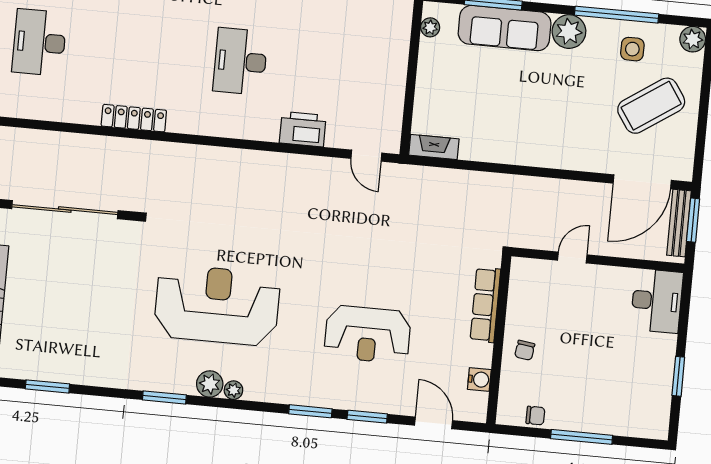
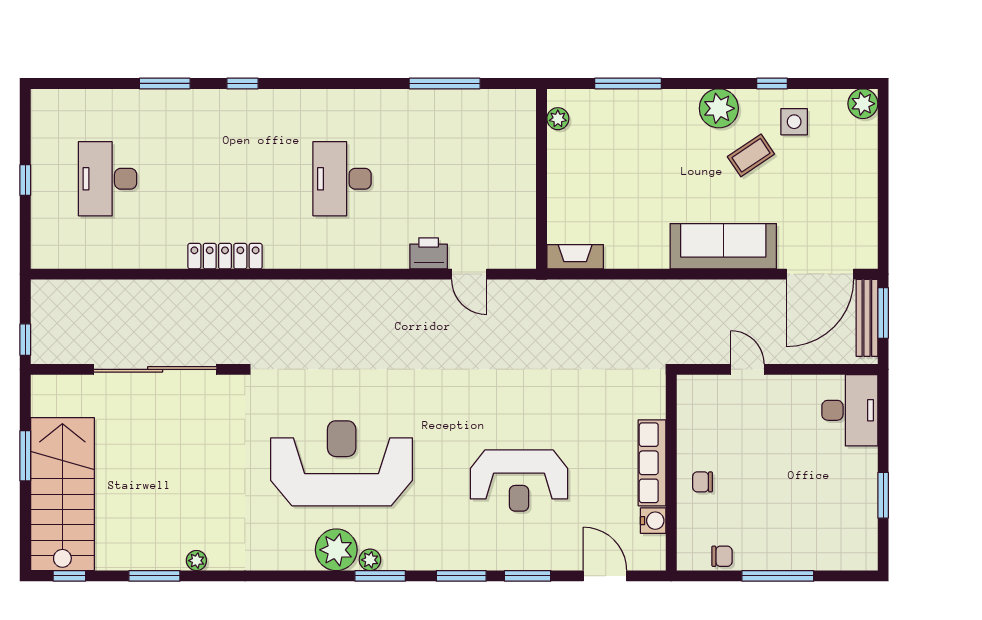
window: (617, 15) -> (772, 83), width x0.32
sofa: (505, 28) -> (723, 246), moved, turned 180
coffee table: (651, 106) -> (751, 155), moved, width x0.54, depth x0.58
printer: (303, 129) -> (429, 253), width x0.73, depth x0.84
door: (366, 156) -> (469, 274), moved
door: (572, 258) -> (747, 369), hinge flipped
row of seats: (485, 305) -> (652, 463), moved
chair: (525, 350) -> (703, 482), turned 82
plant: (85, 377) -> (196, 561), added
plant: (210, 384) -> (336, 550), width x1.36, depth x1.36
window: (164, 397) -> (380, 576), moved

